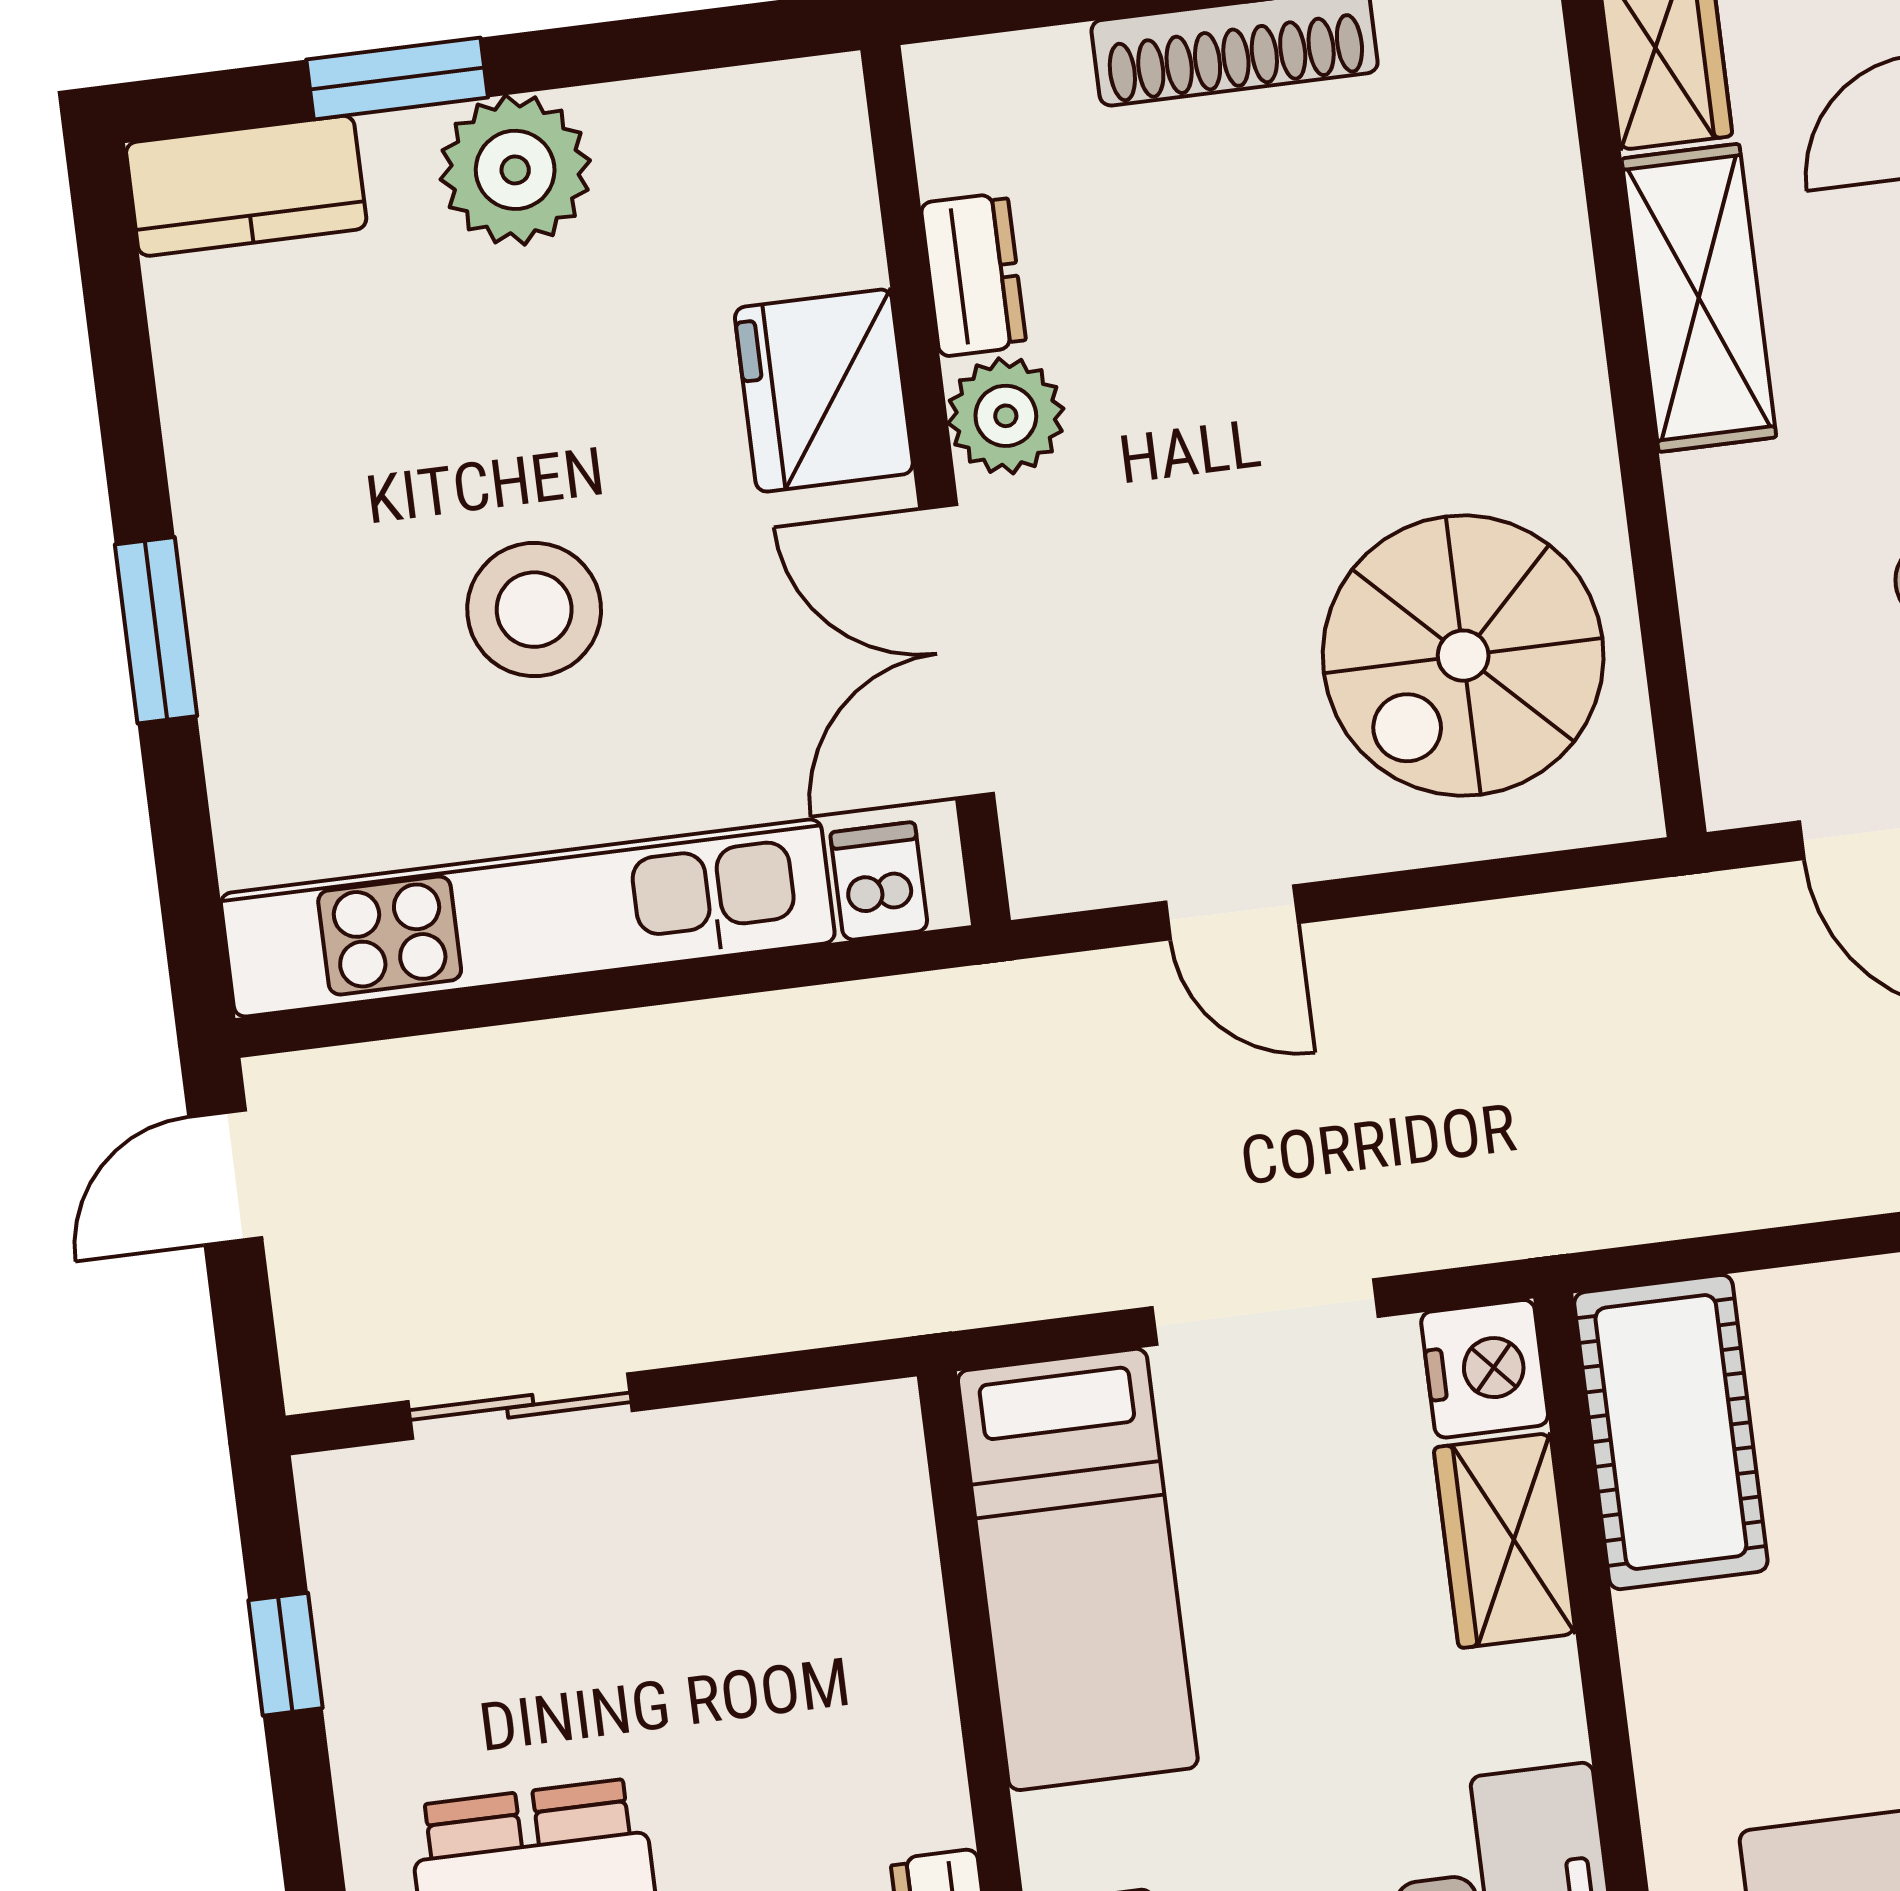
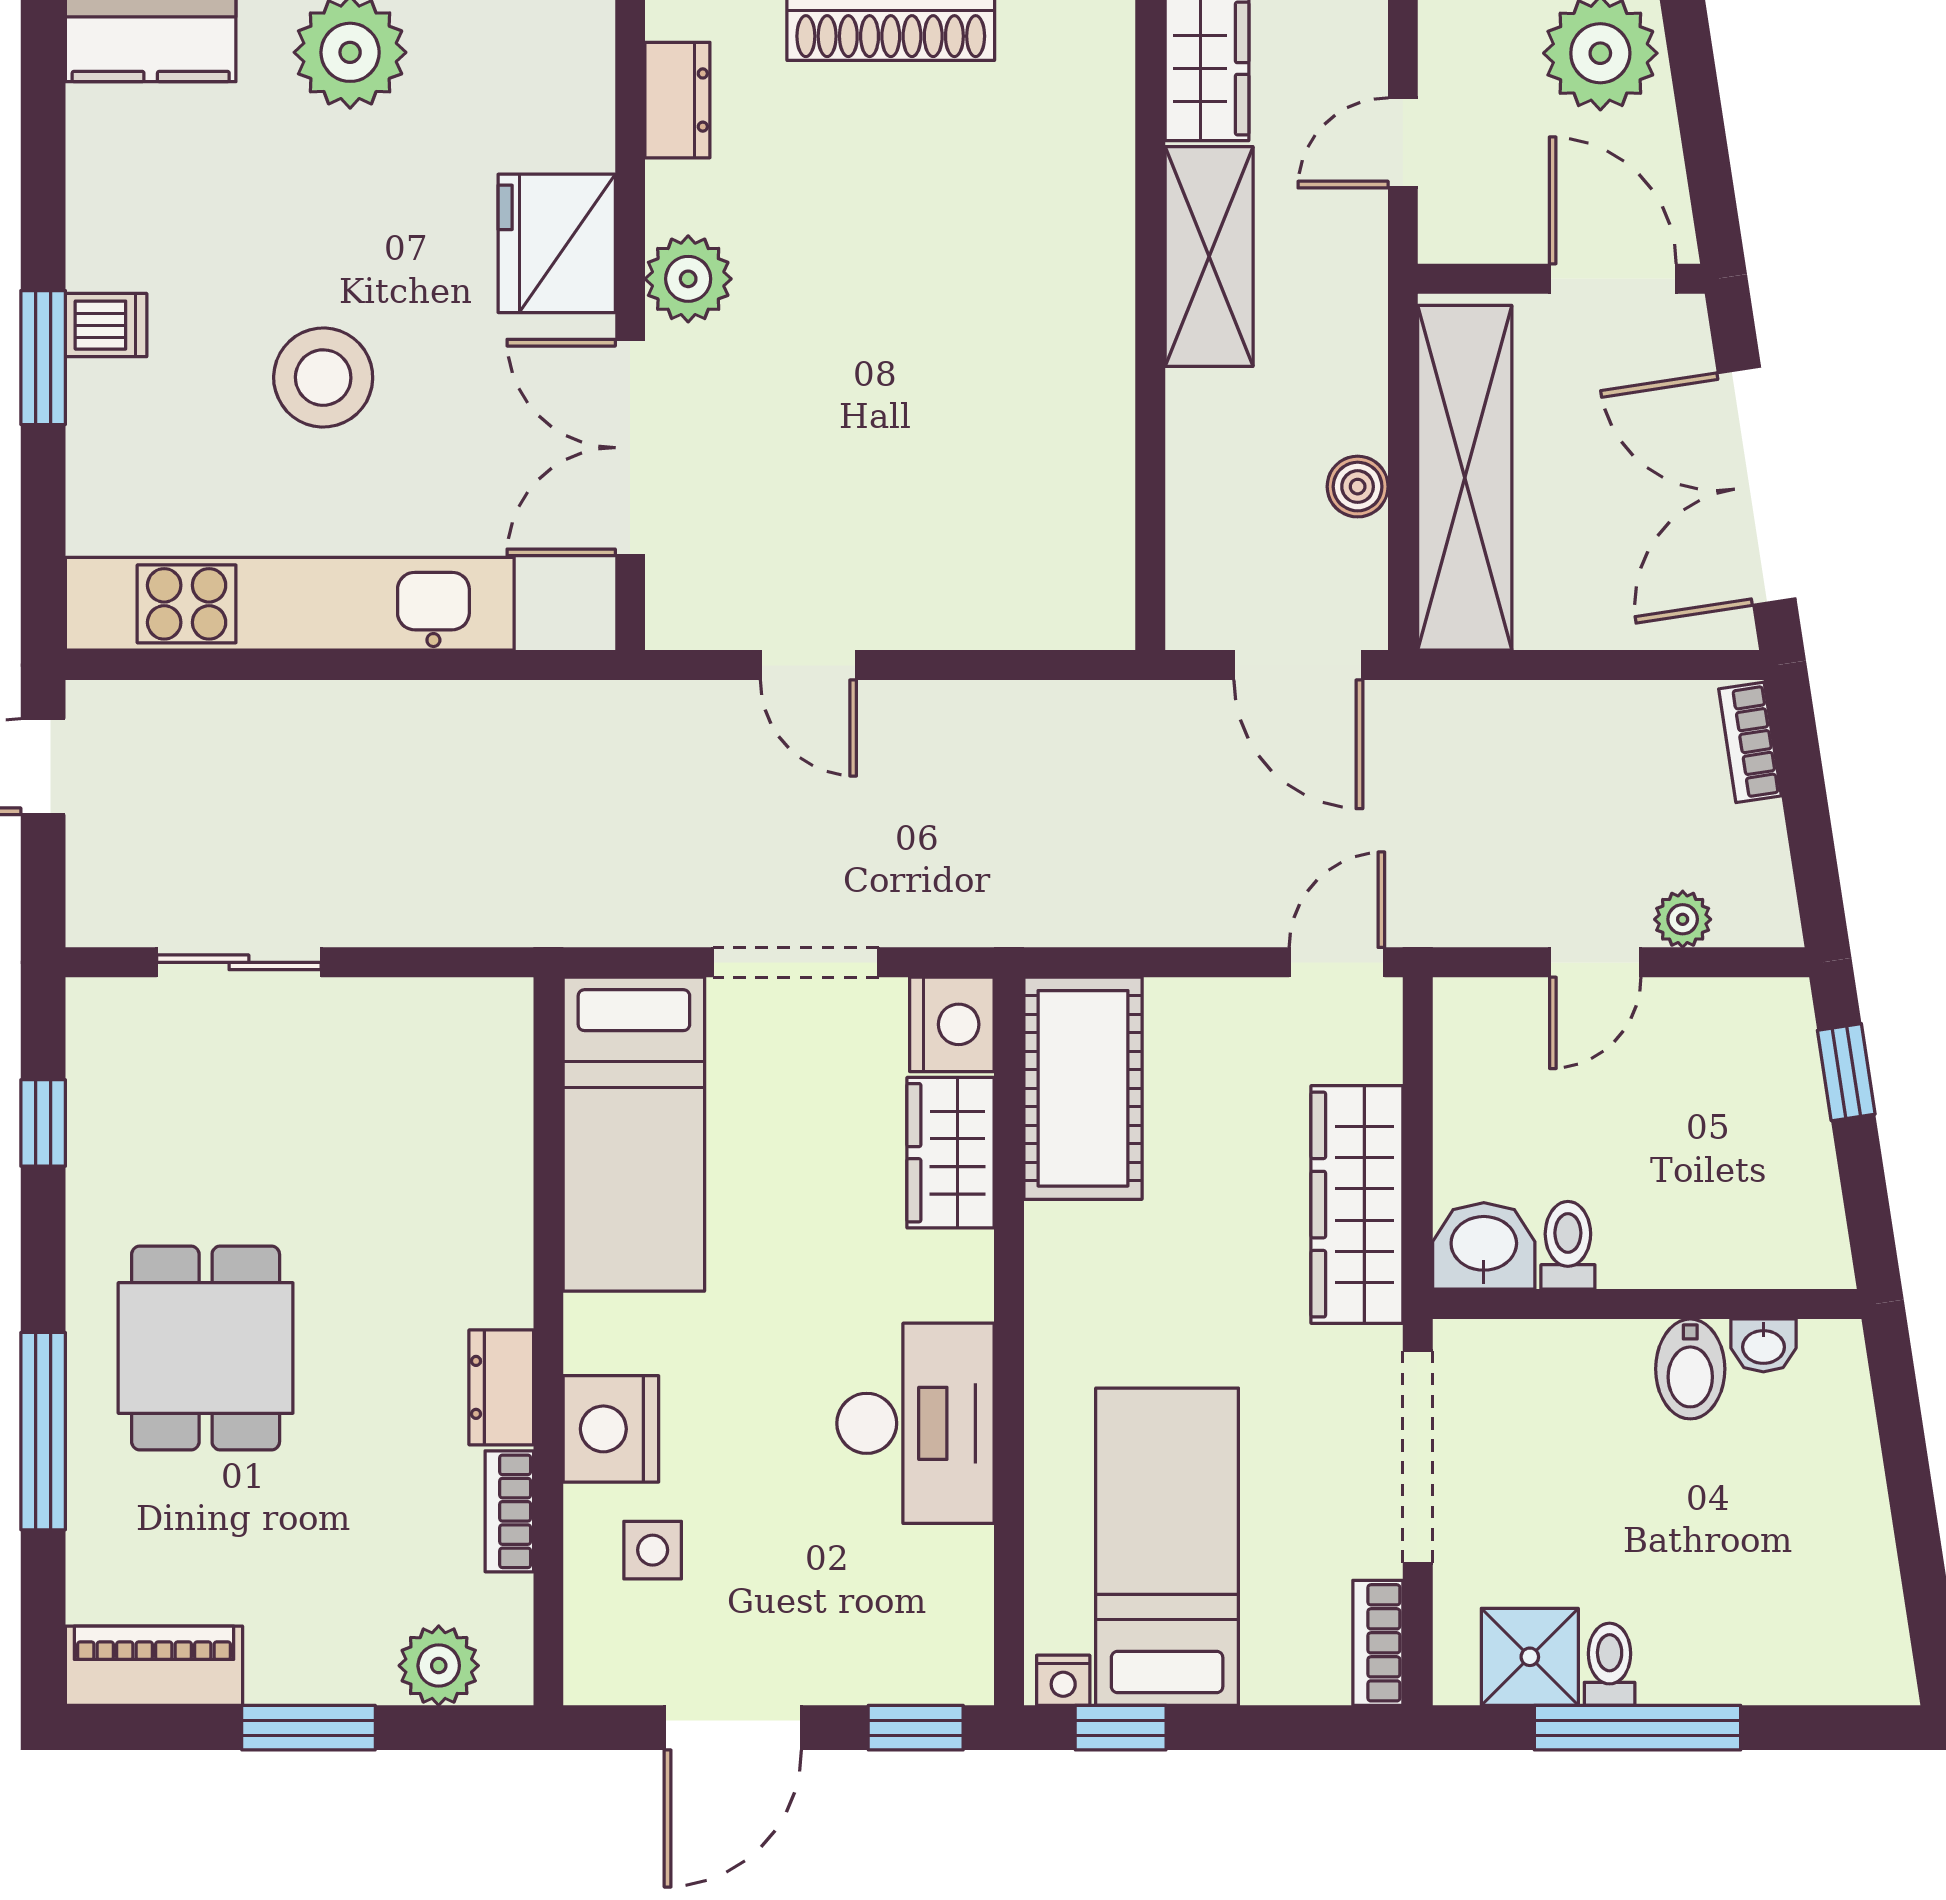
dresser: (973, 275) -> (677, 100), moved
spiral stairs: (1463, 656) -> (1002, 498), removed
dishwasher: (879, 881) -> (106, 325), moved, turned 90

